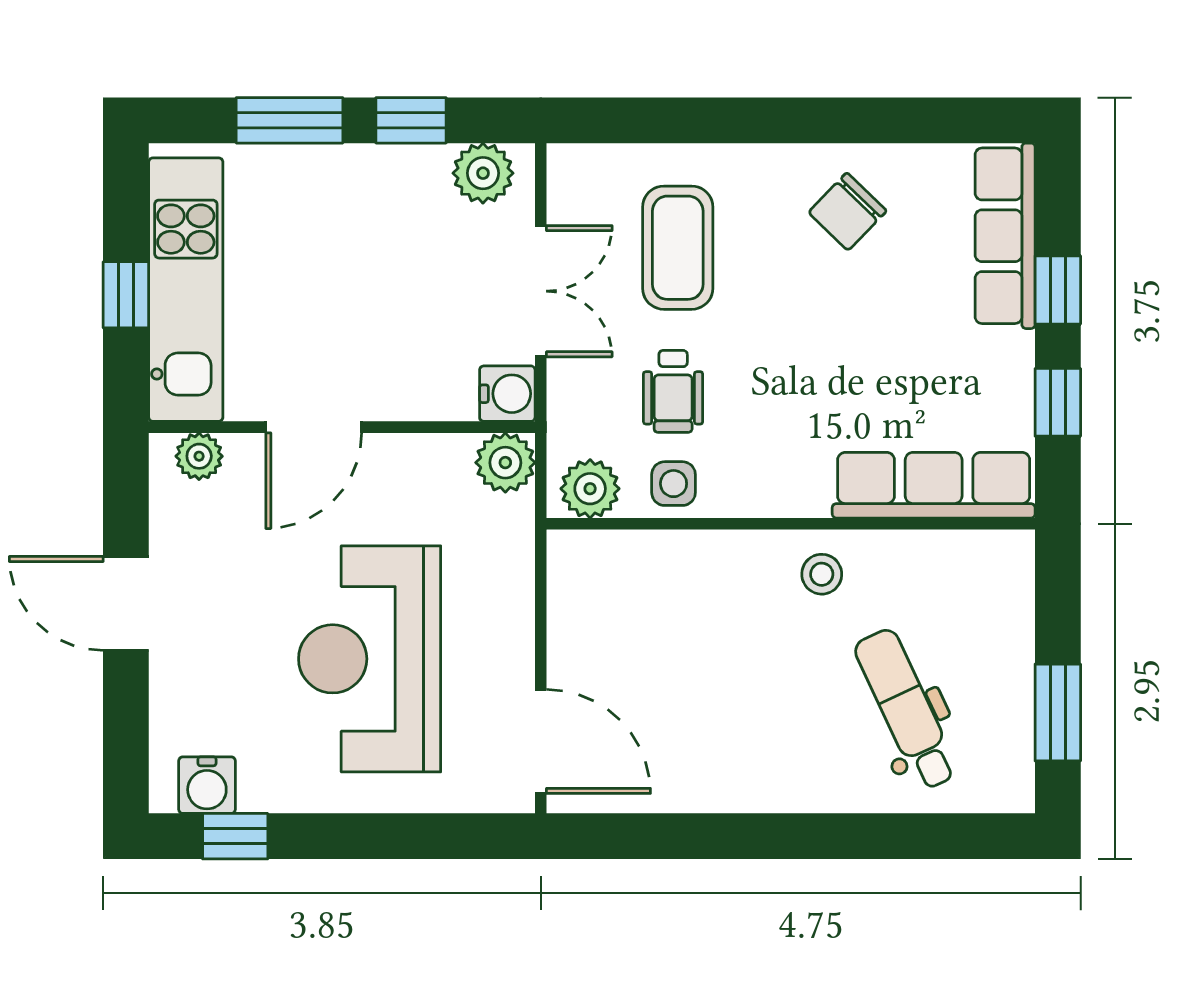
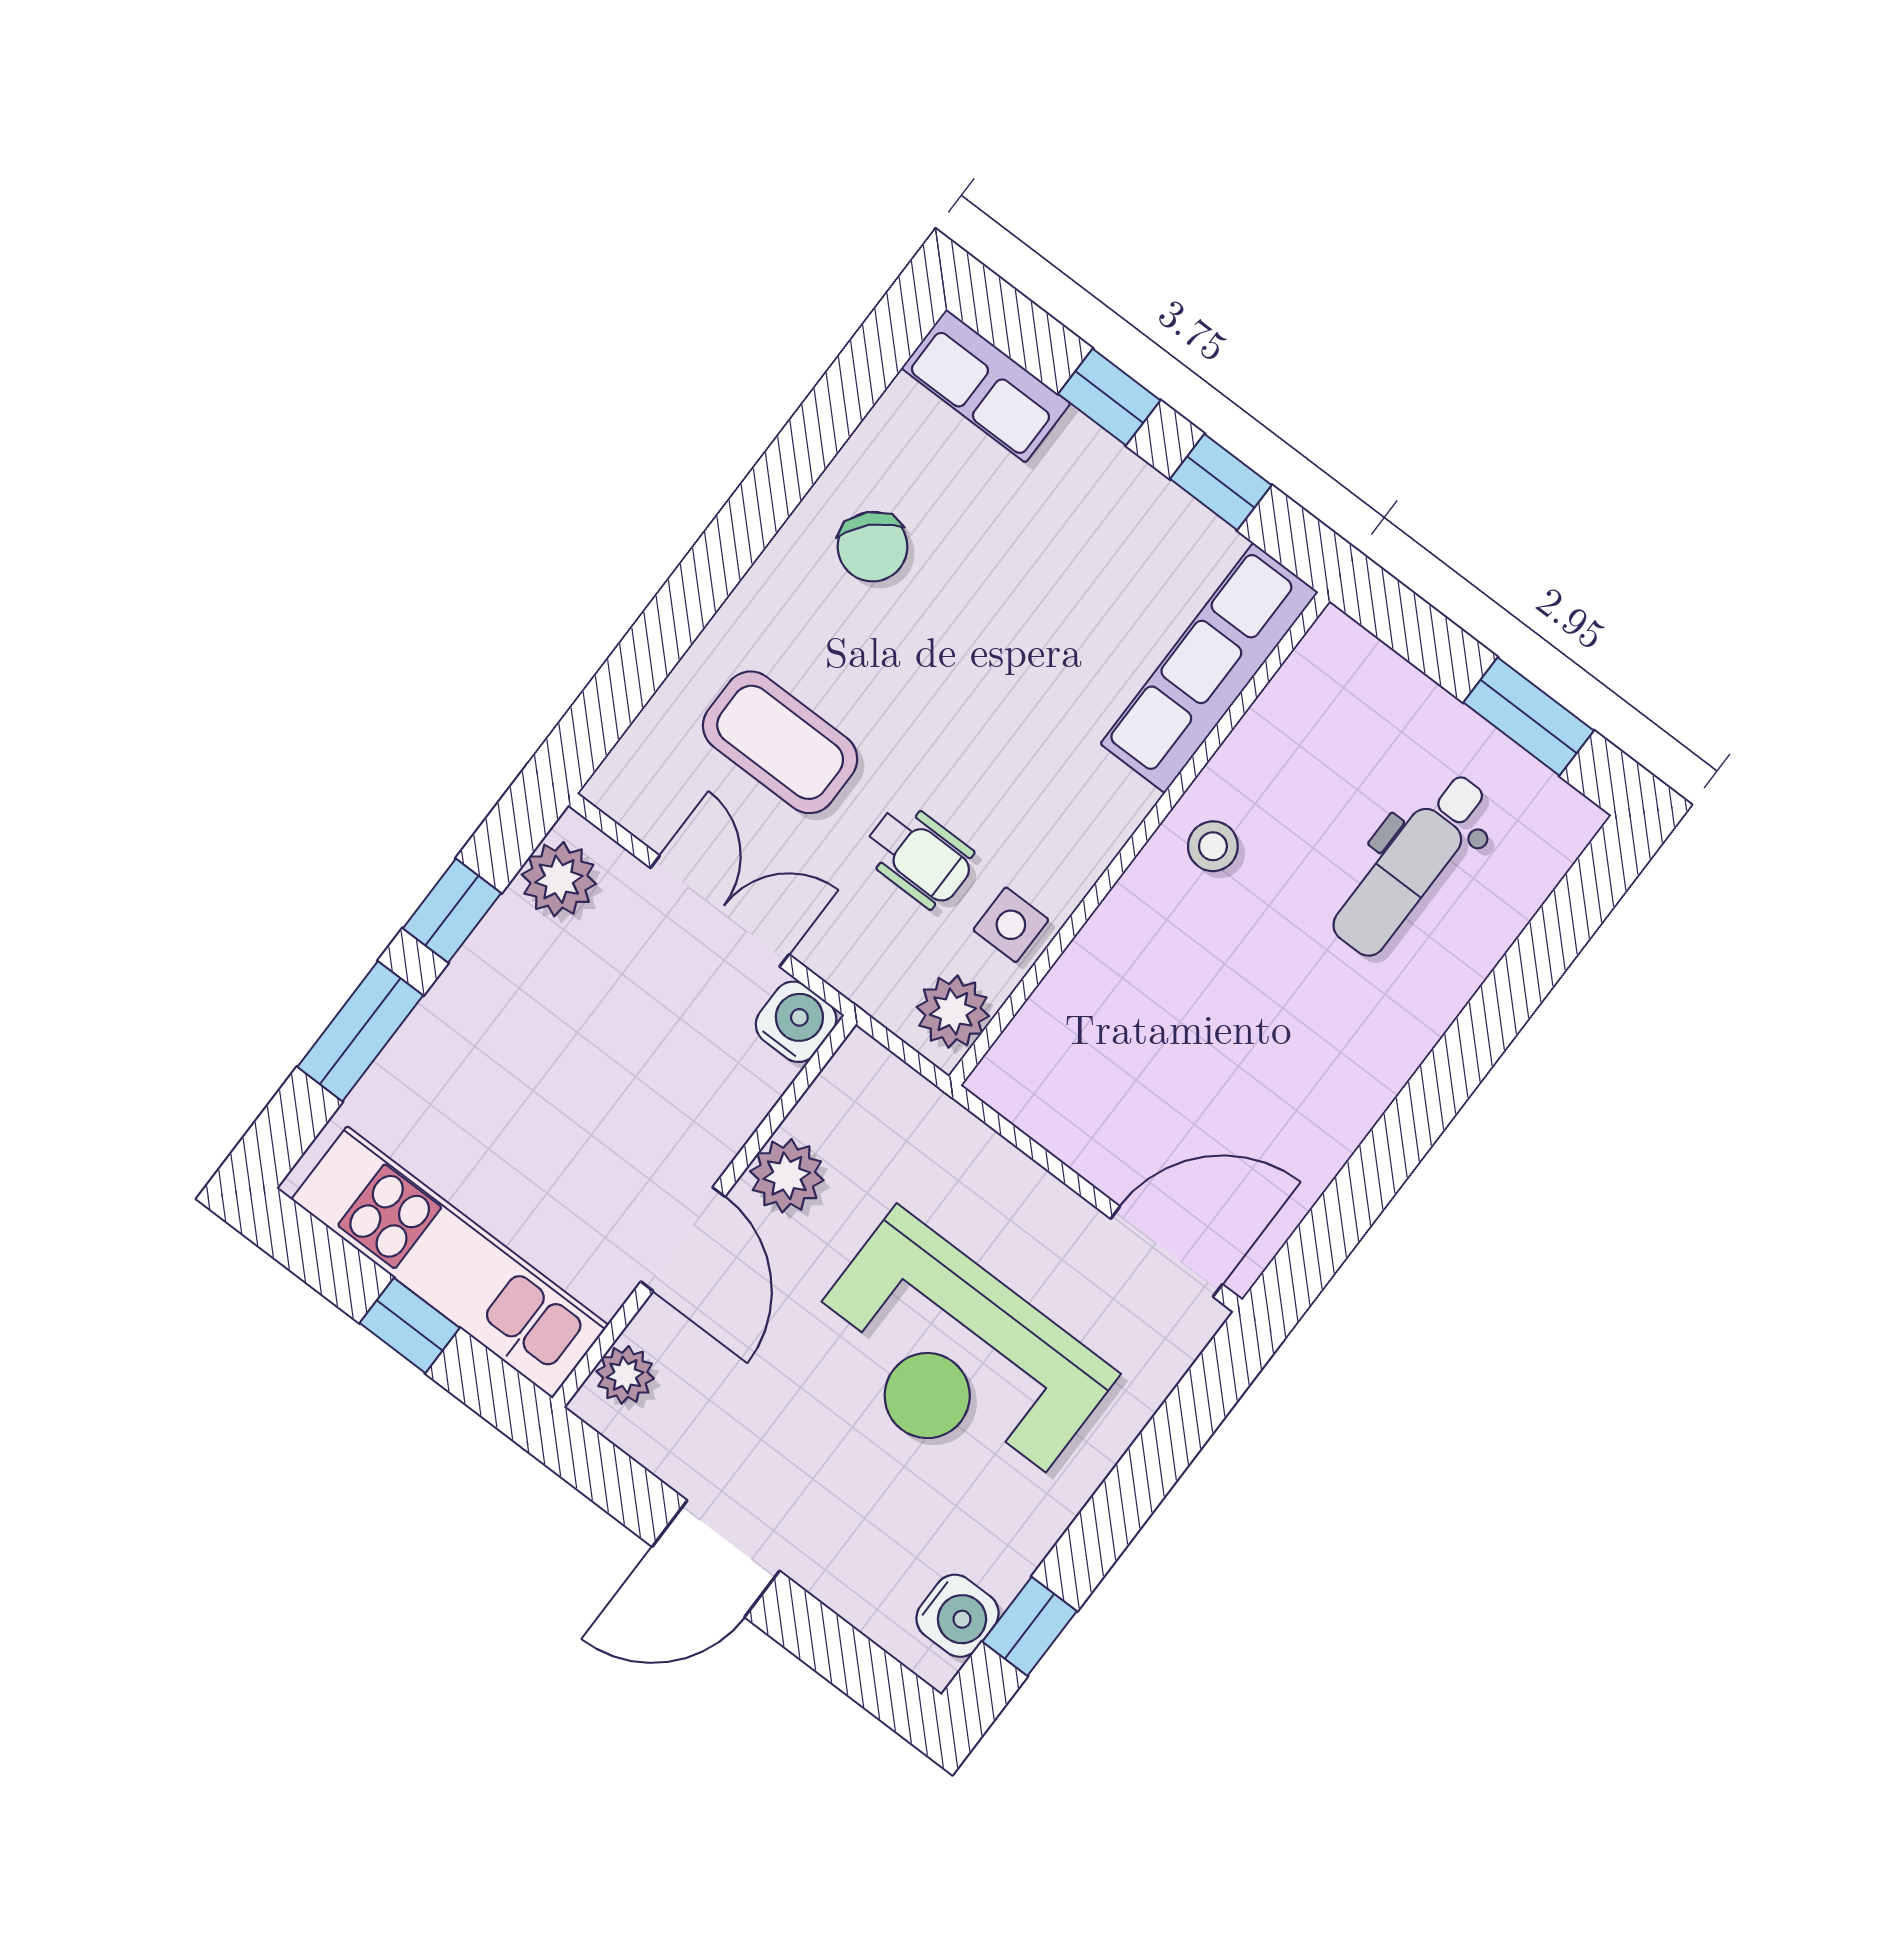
row of seats: (1005, 236) -> (986, 386), width x0.68
plant: (505, 463) -> (787, 1176), moved
dental chair: (906, 709) -> (1411, 864), turned -65

